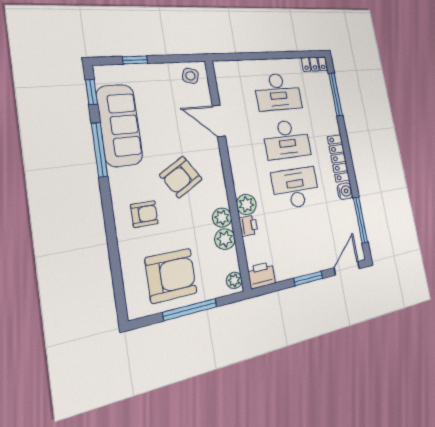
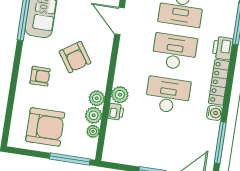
desk: (287, 139) -> (174, 52), turned 180
armchair: (181, 177) -> (75, 57), turned -93
printer: (261, 275) -> (223, 48), moved, turned -90
plant: (234, 280) -> (93, 131), moved
window: (190, 309) -> (70, 159), moved

